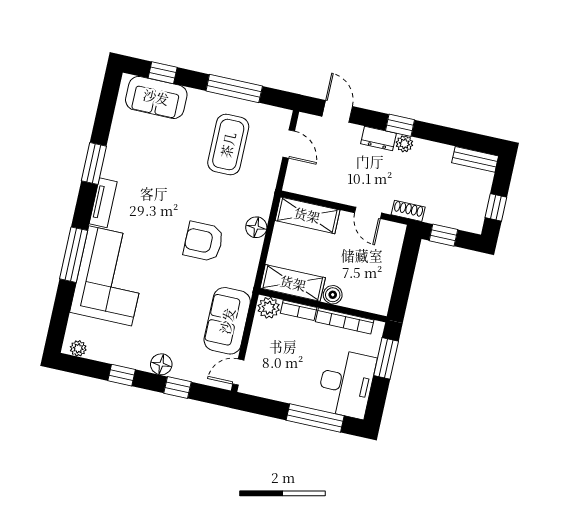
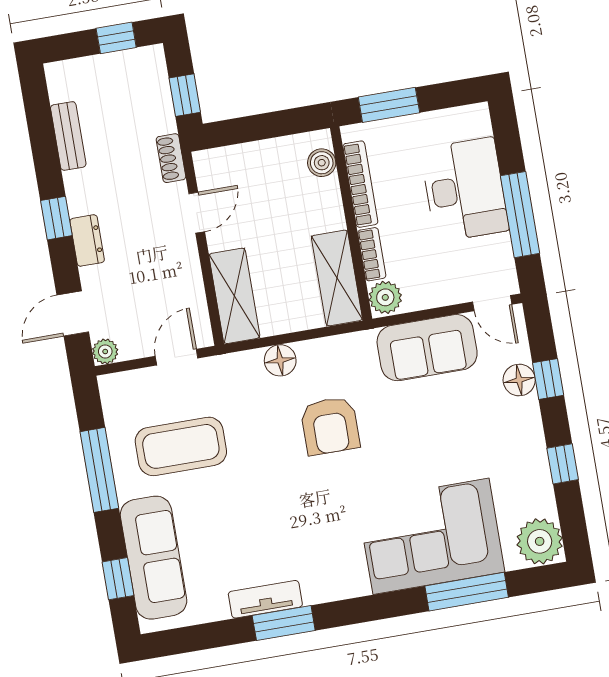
sofa: (156, 97) -> (154, 558), width x1.36
door: (289, 144) -> (177, 357), moved
plant: (404, 144) -> (105, 351), moved
bench: (475, 159) -> (68, 136), moved
tv unit: (103, 203) -> (265, 599), moved
window: (74, 255) -> (467, 592), moved
boiler: (333, 295) -> (322, 163), moved
plant: (78, 348) -> (540, 541), width x1.88, depth x1.88
floor lamp: (161, 364) -> (519, 380), moved
desk: (346, 384) -> (465, 190), moved, turned 90
window: (315, 418) -> (520, 215), moved

